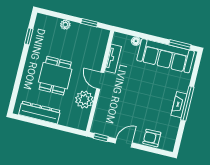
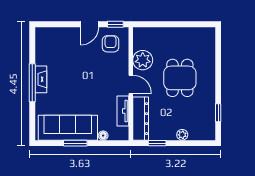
window: (180, 45) -> (75, 143), moved
dresser: (40, 113) -> (141, 119), moved, turned -90
armchair: (152, 138) -> (110, 44), moved, turned -90

